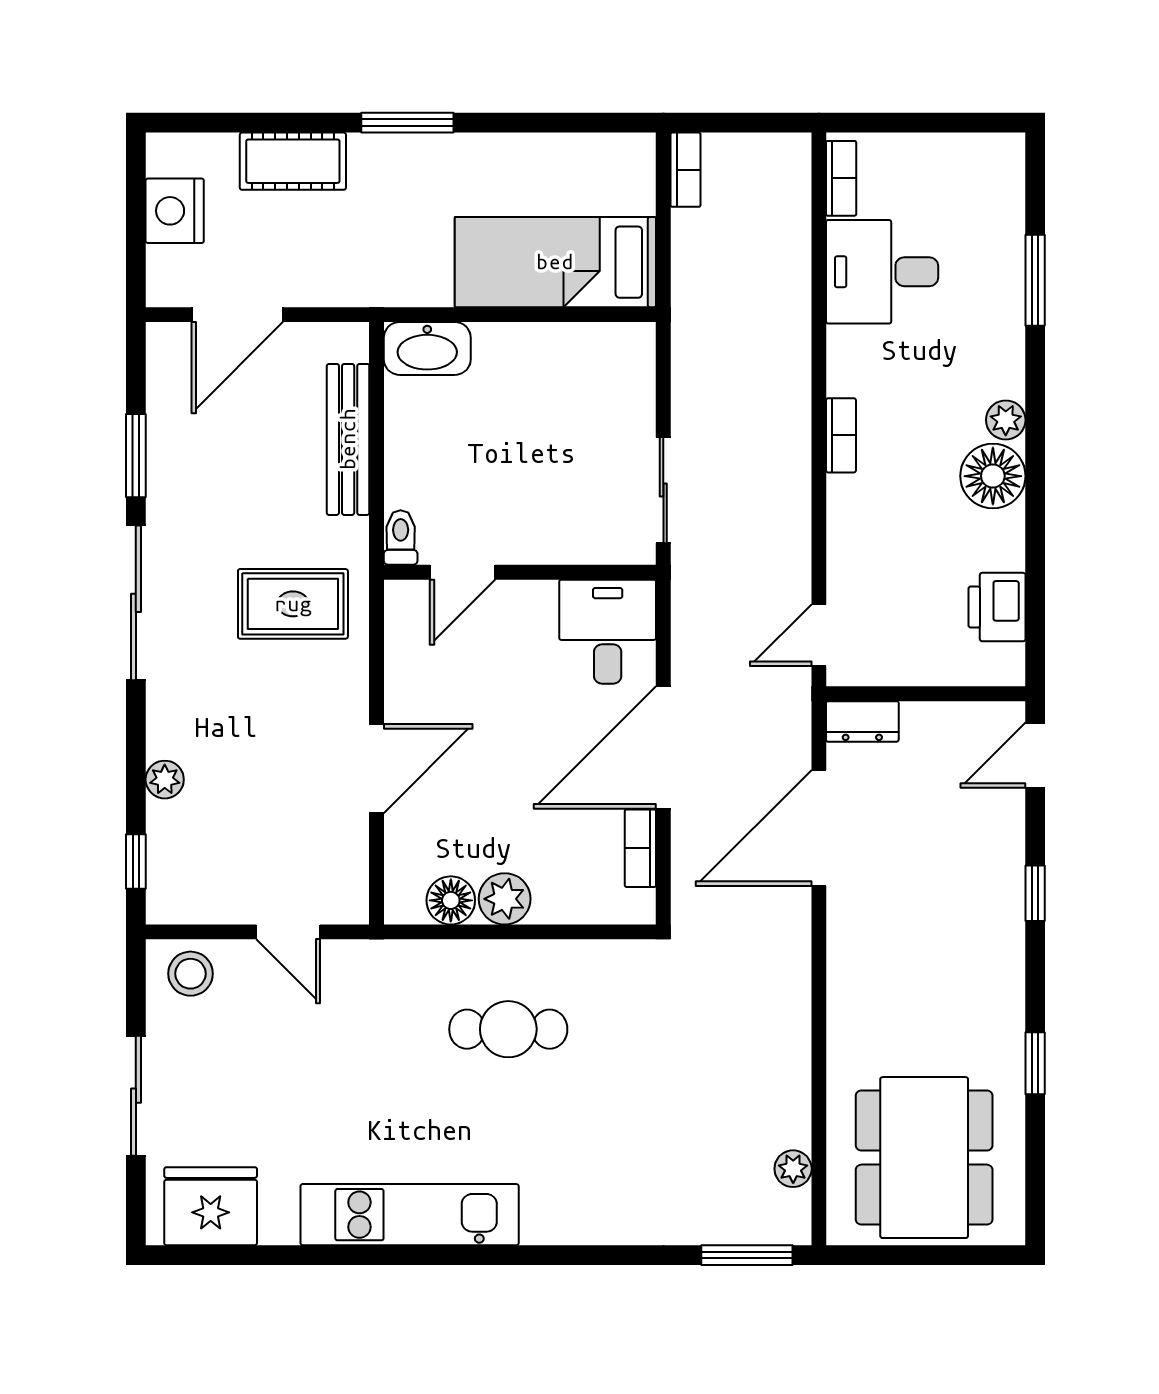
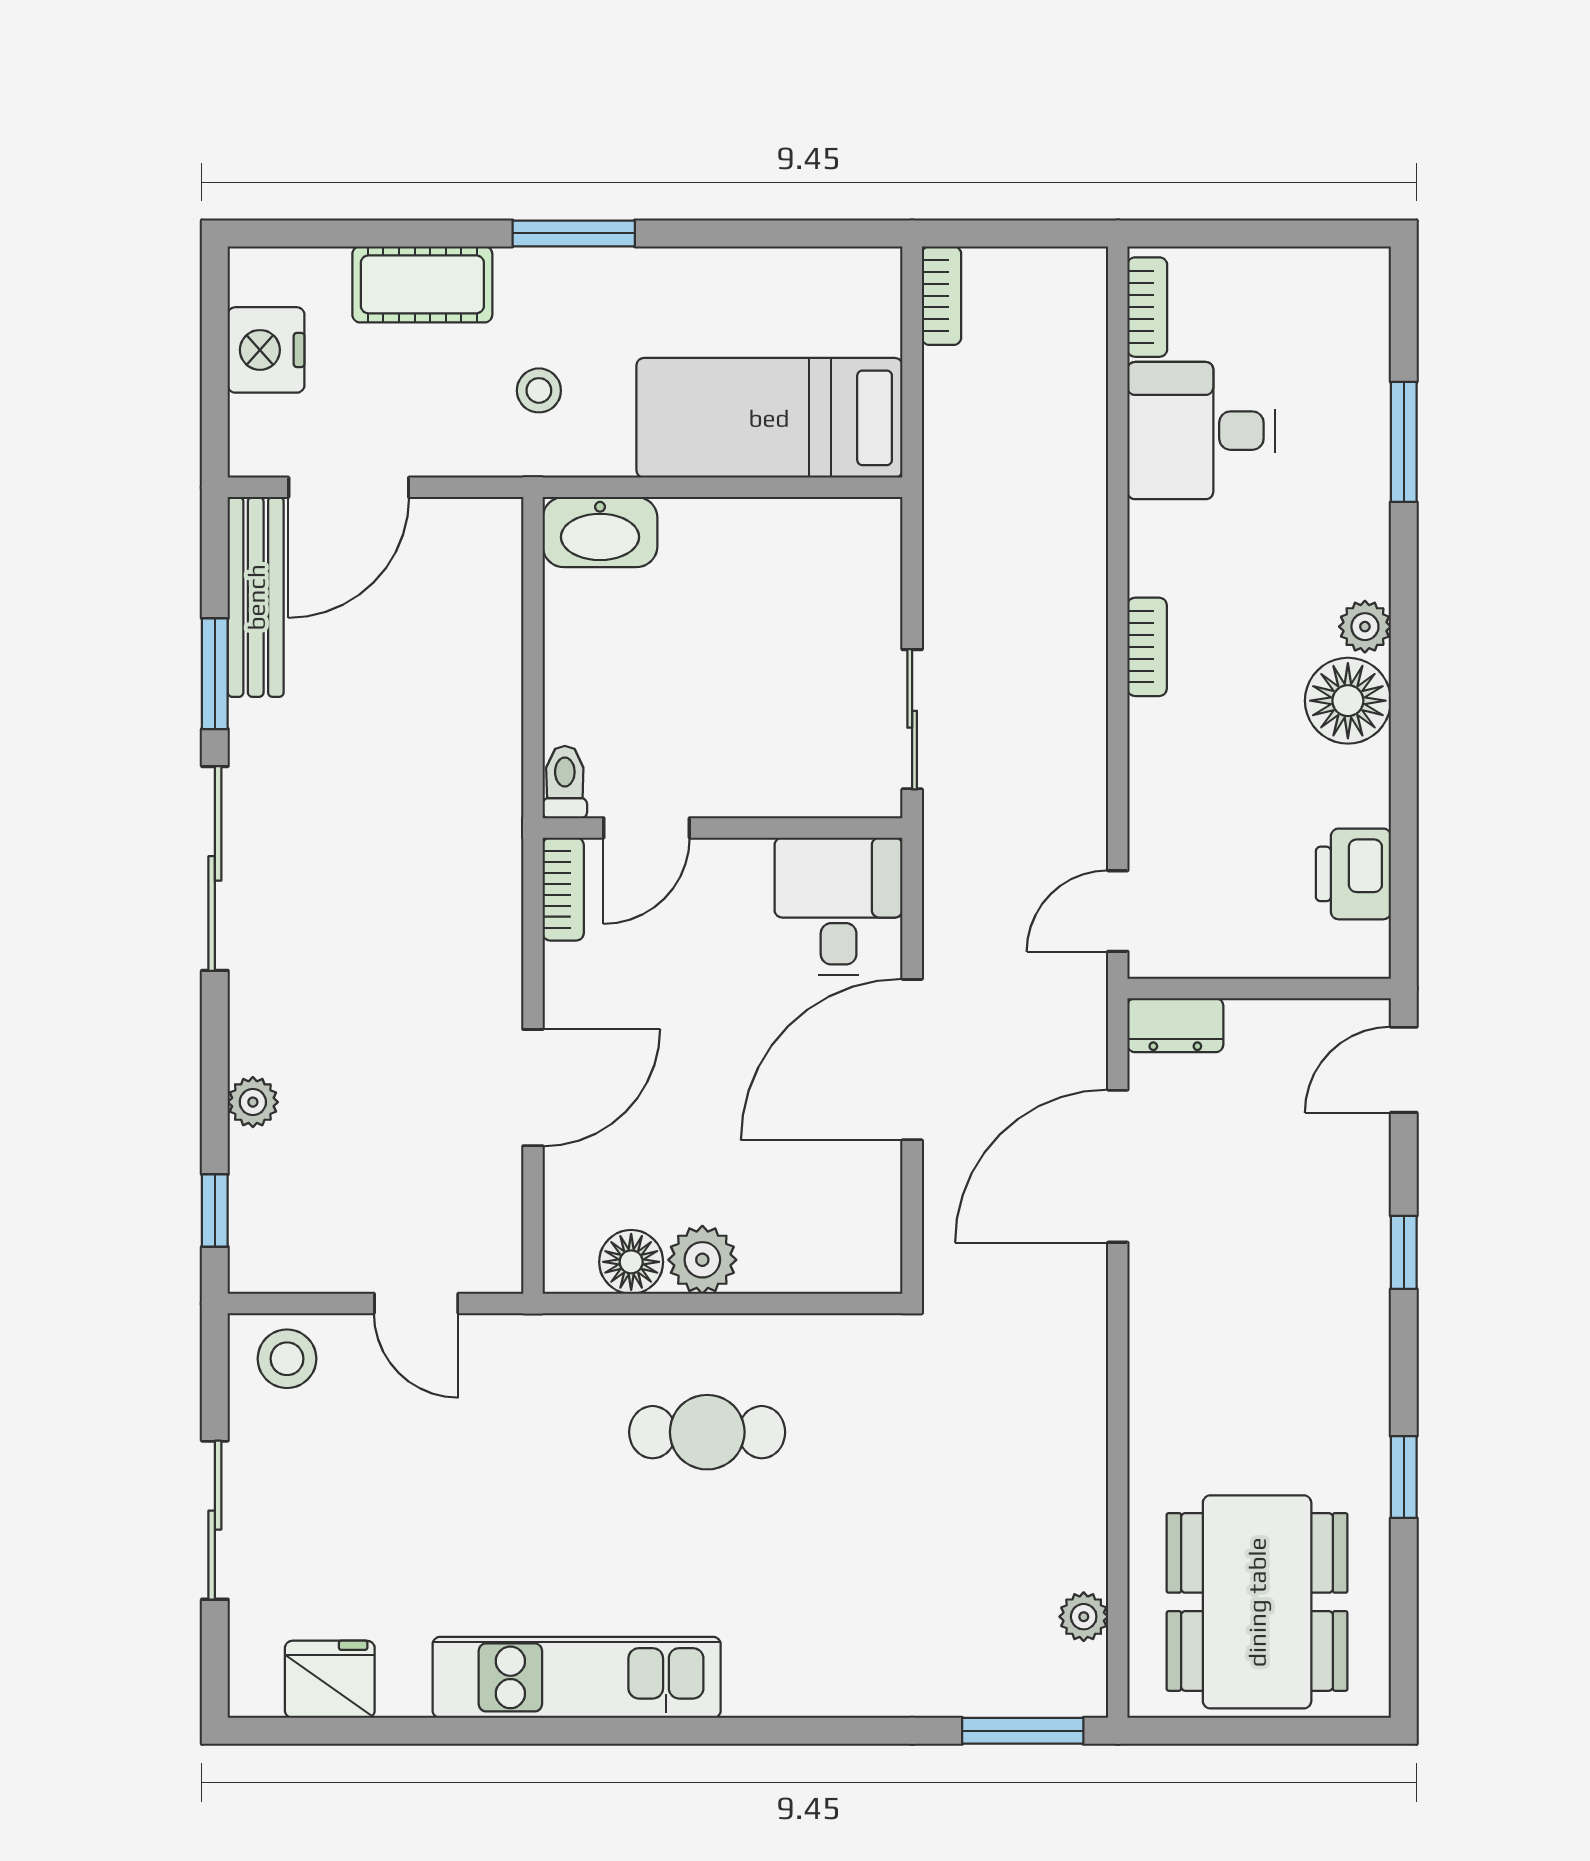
stool: (381, 241) -> (539, 390), added
bench: (348, 439) -> (256, 597), moved
rug: (293, 604) -> (422, 870), removed
bookcase: (640, 848) -> (563, 889), moved, turned 180
fridge: (211, 1206) -> (330, 1679), width x0.73, depth x0.75

